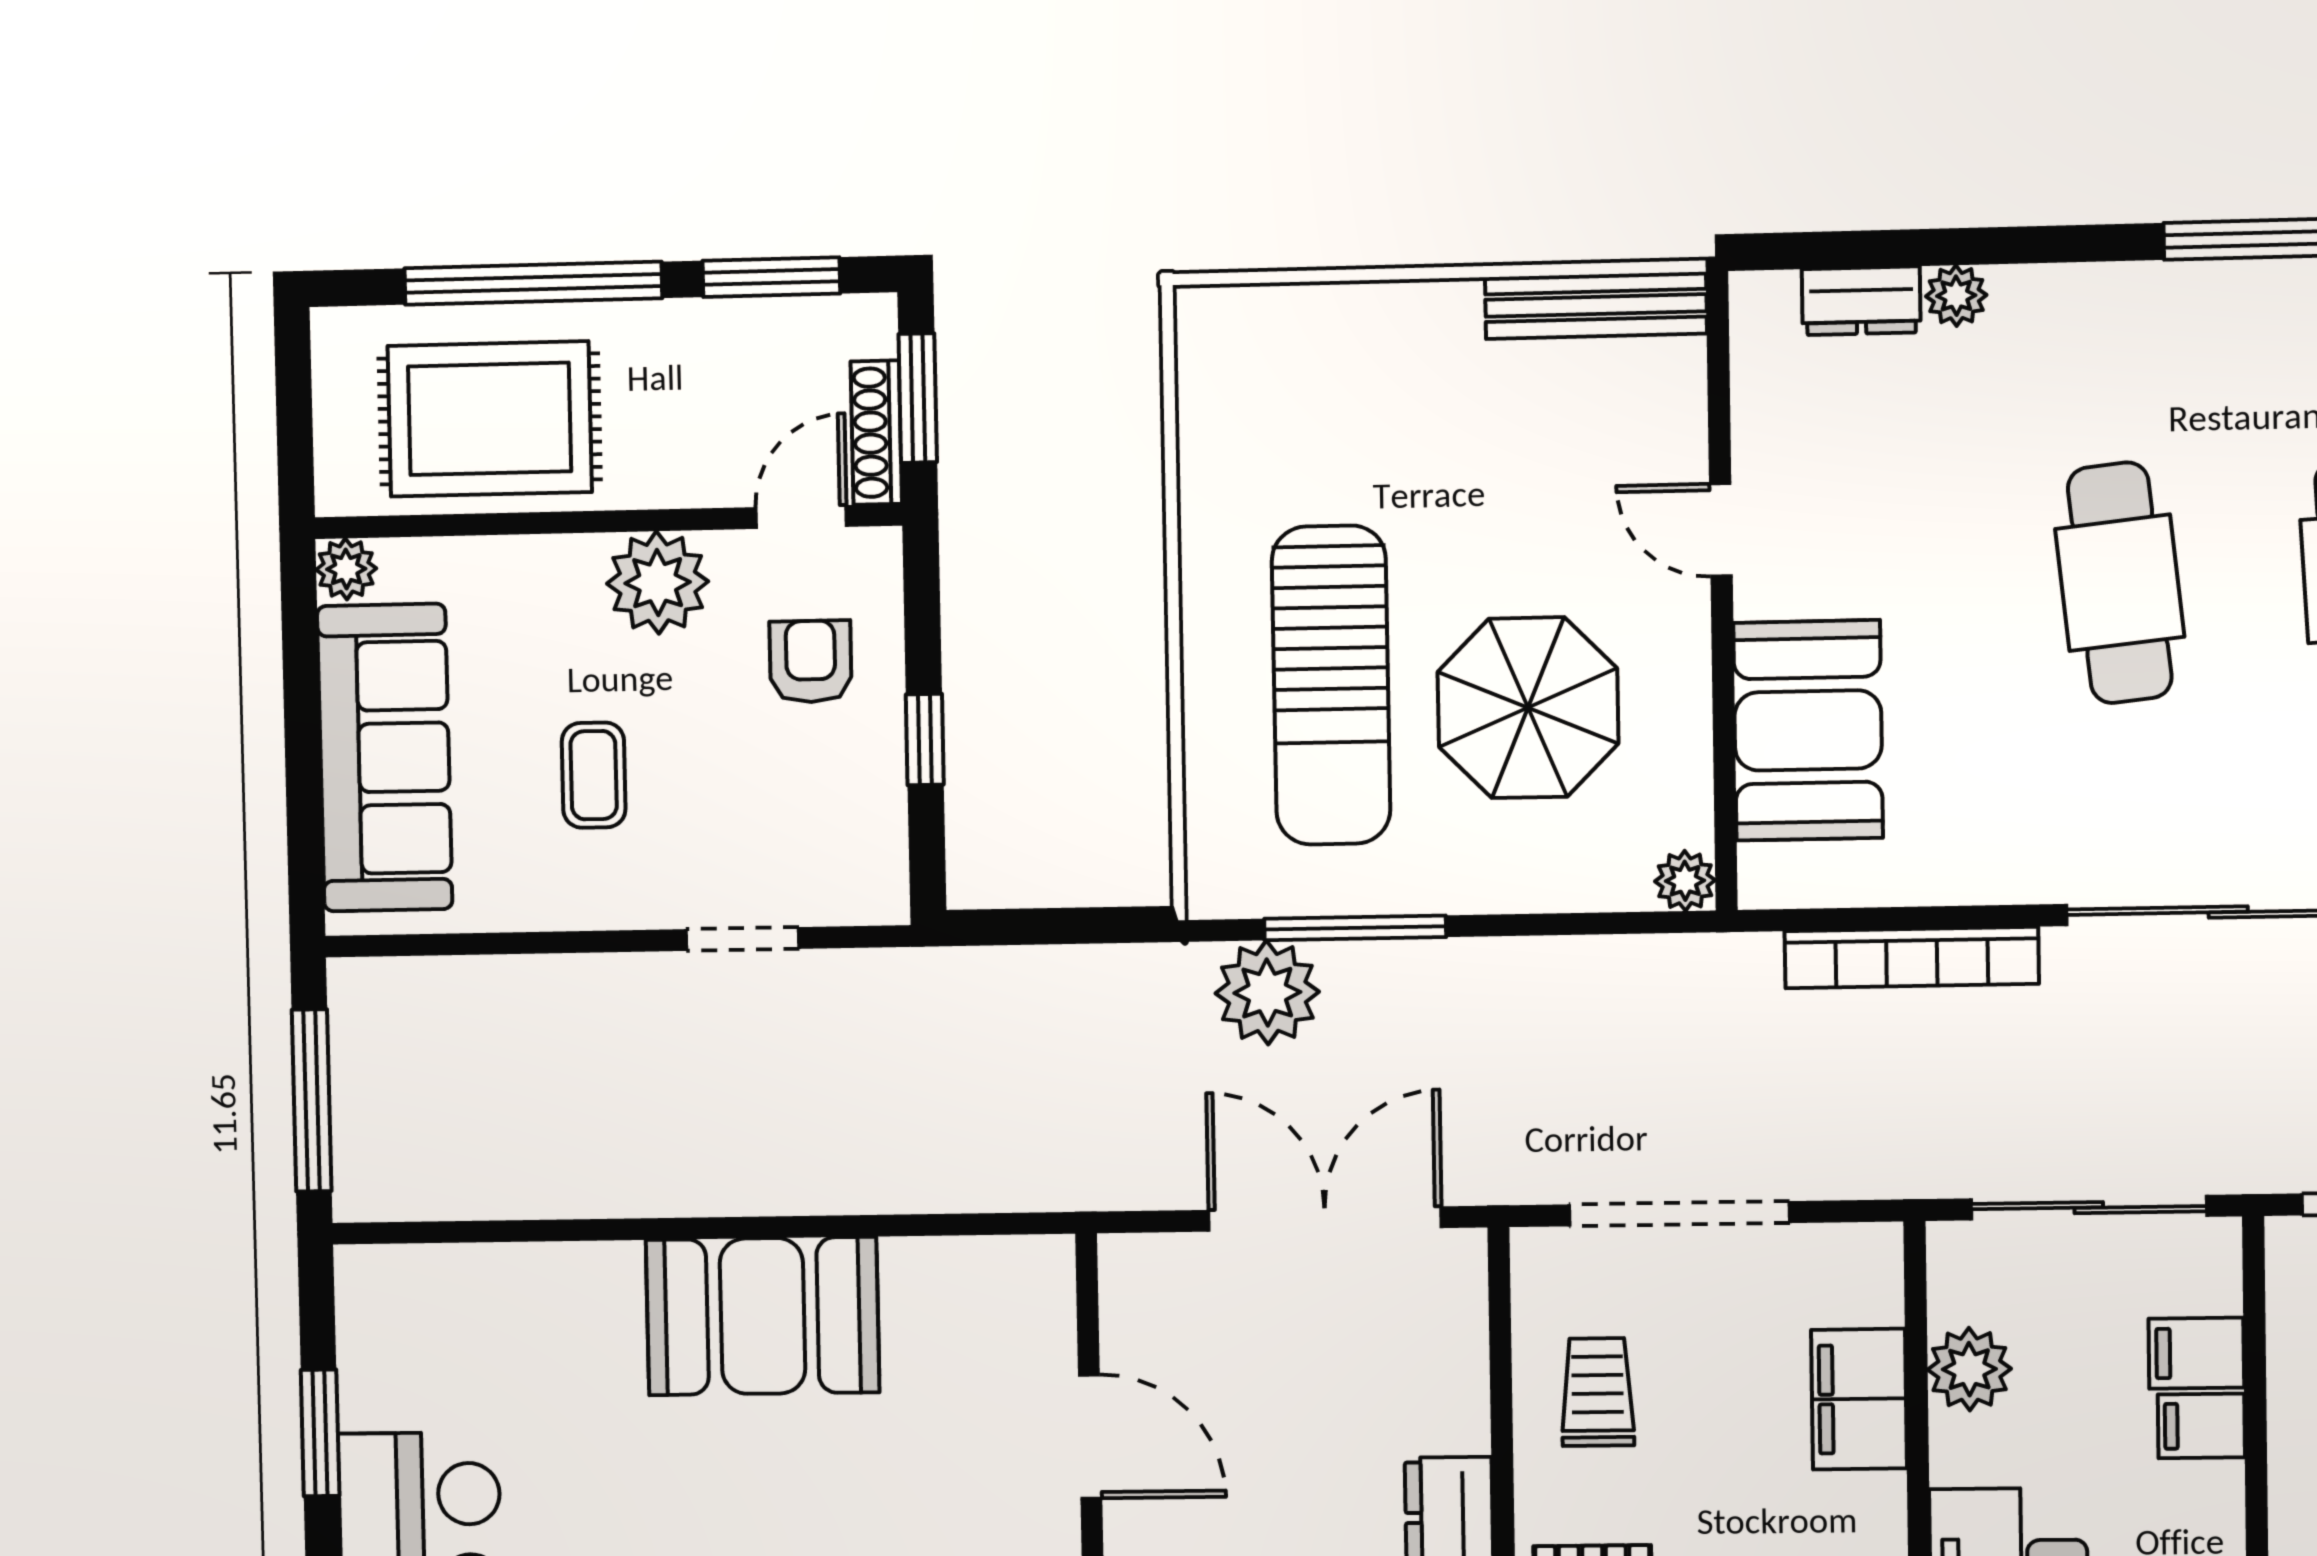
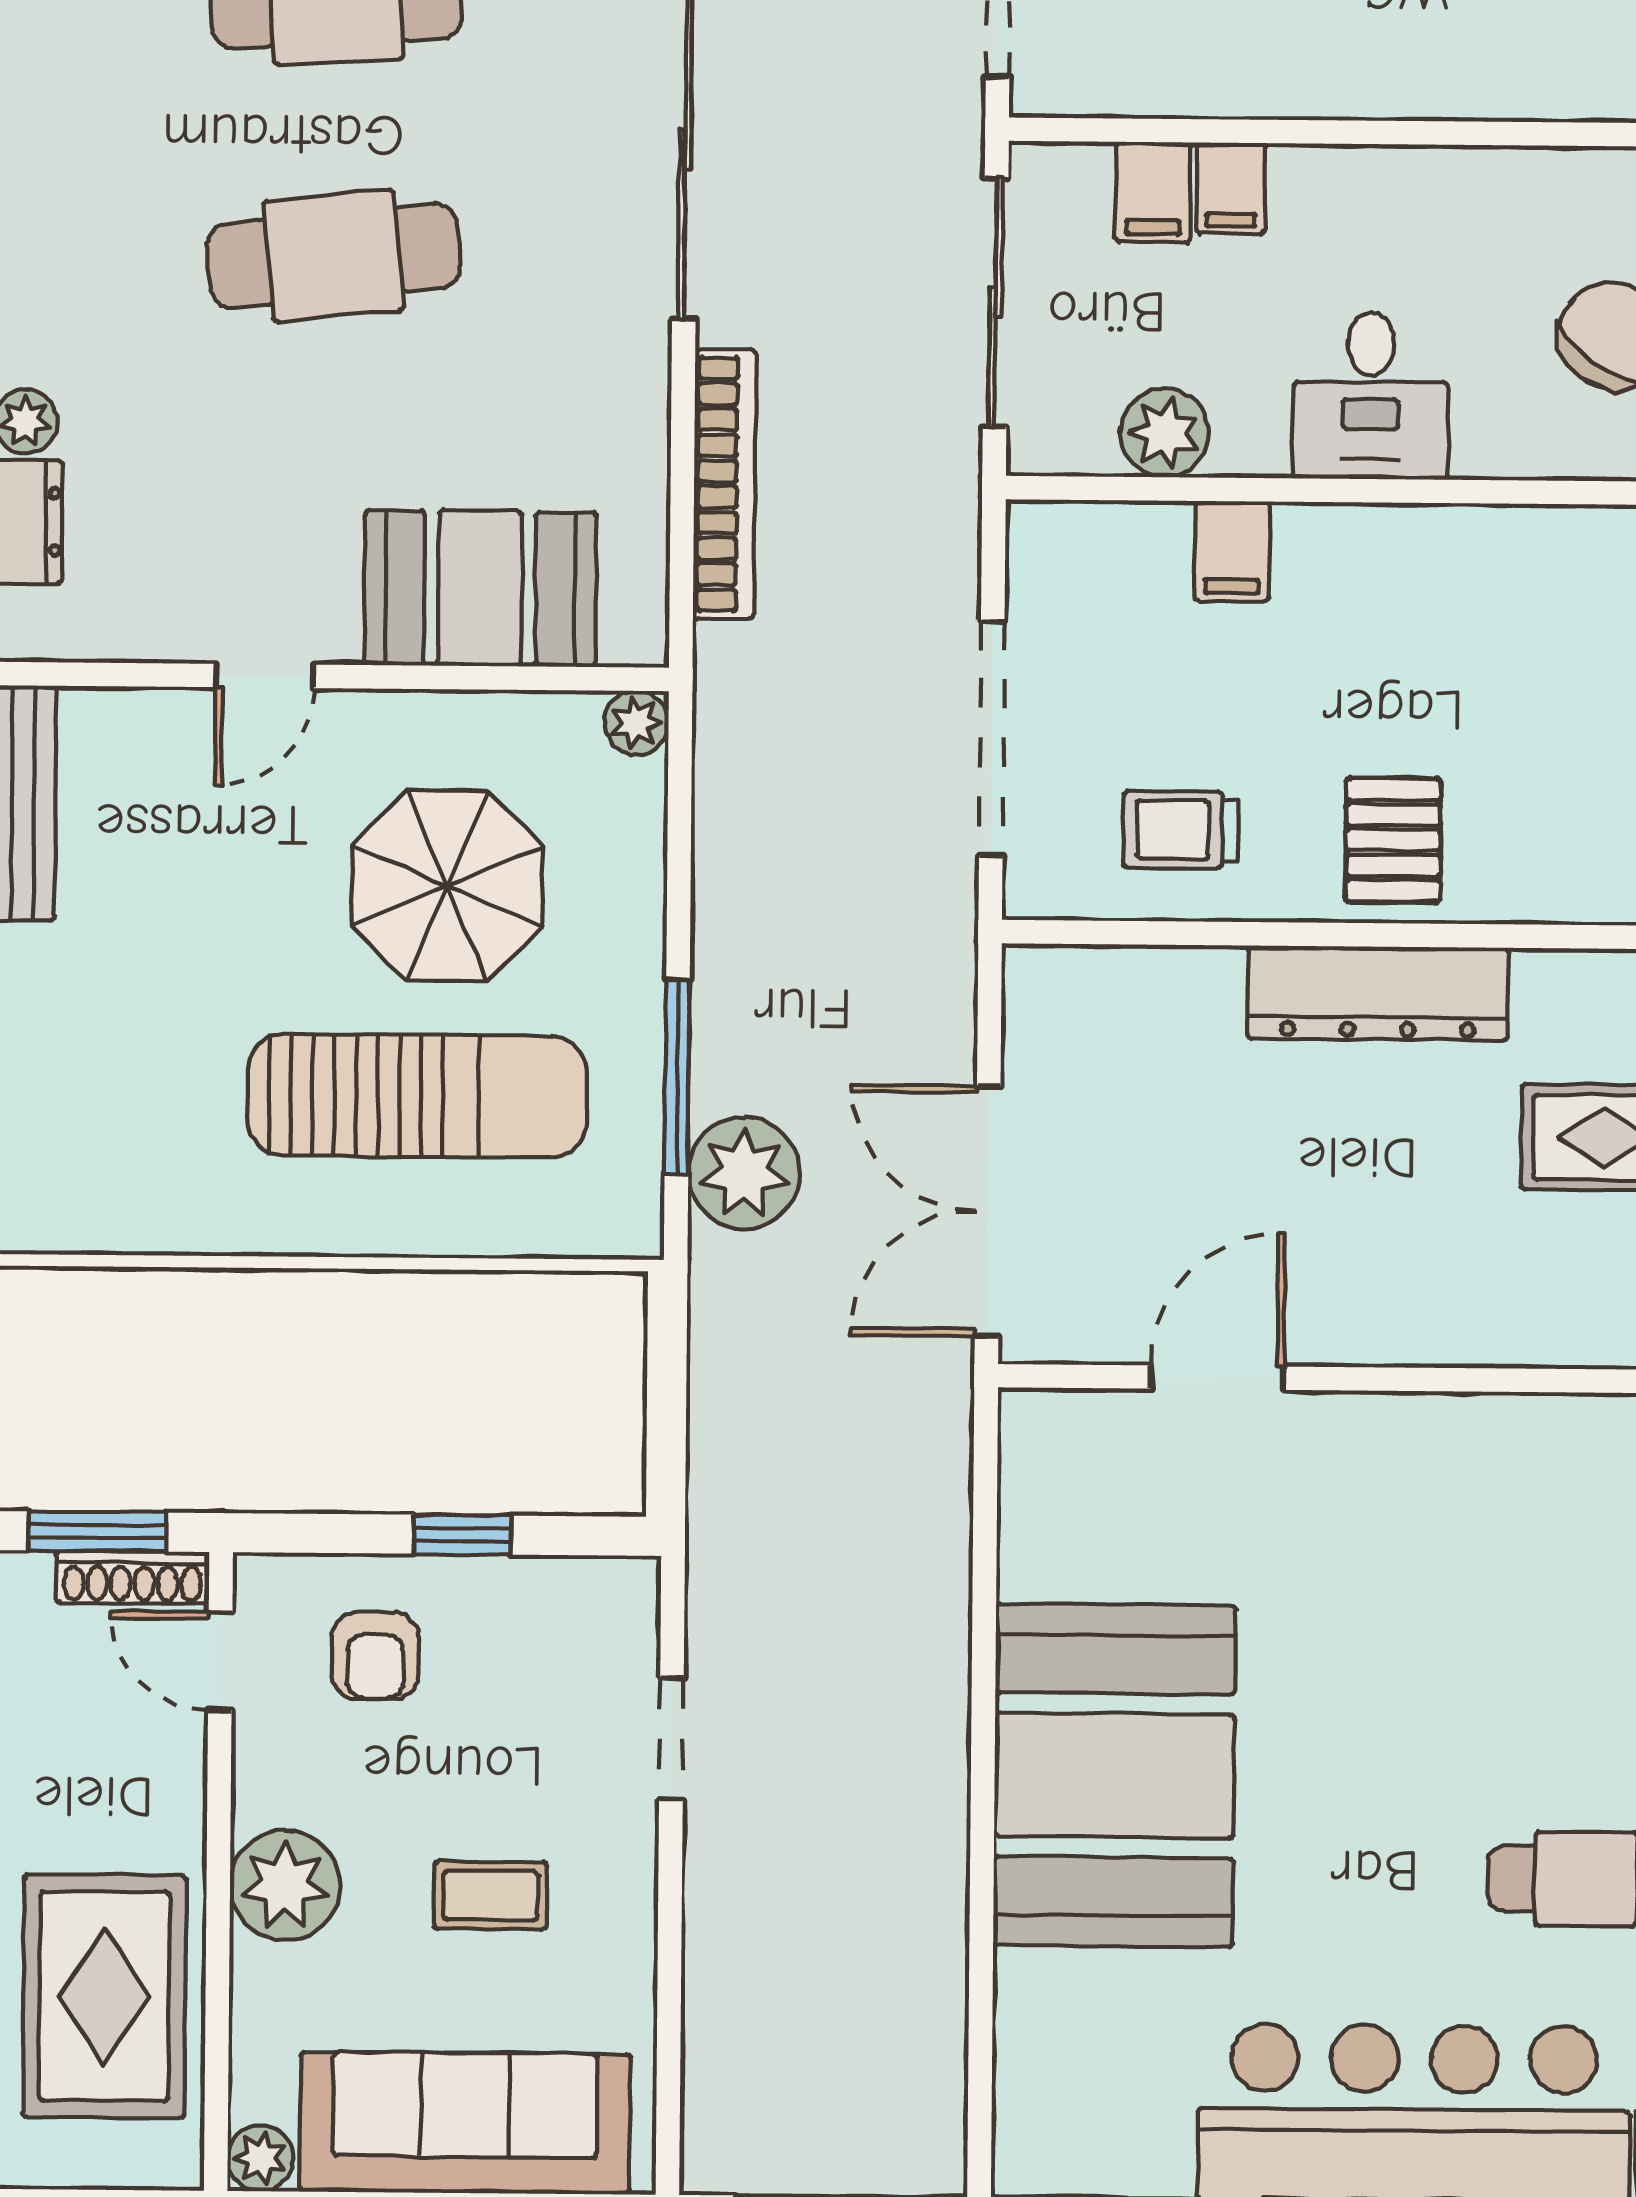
plant: (658, 583) -> (285, 1886), moved
armchair: (811, 662) -> (375, 1656), turned -90
double door: (1325, 1219) -> (988, 1211), moved
booth: (763, 1316) -> (1114, 1775), width x1.36, depth x1.42
filing cabinet: (1859, 1399) -> (1232, 551), width x0.50

